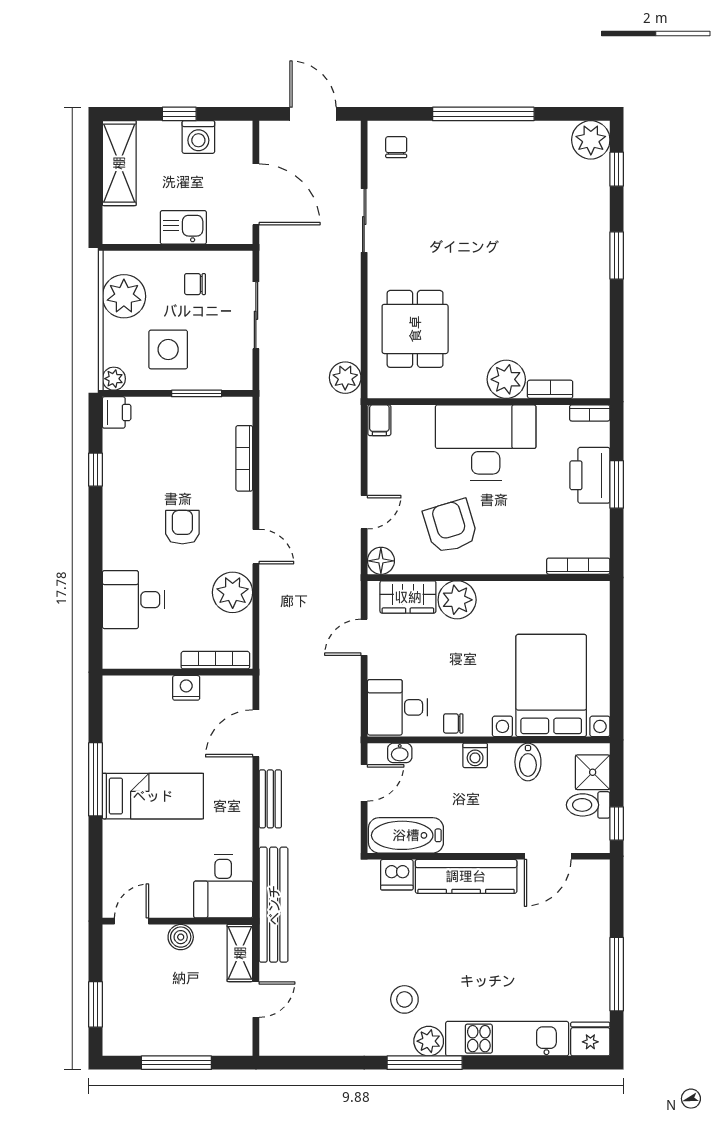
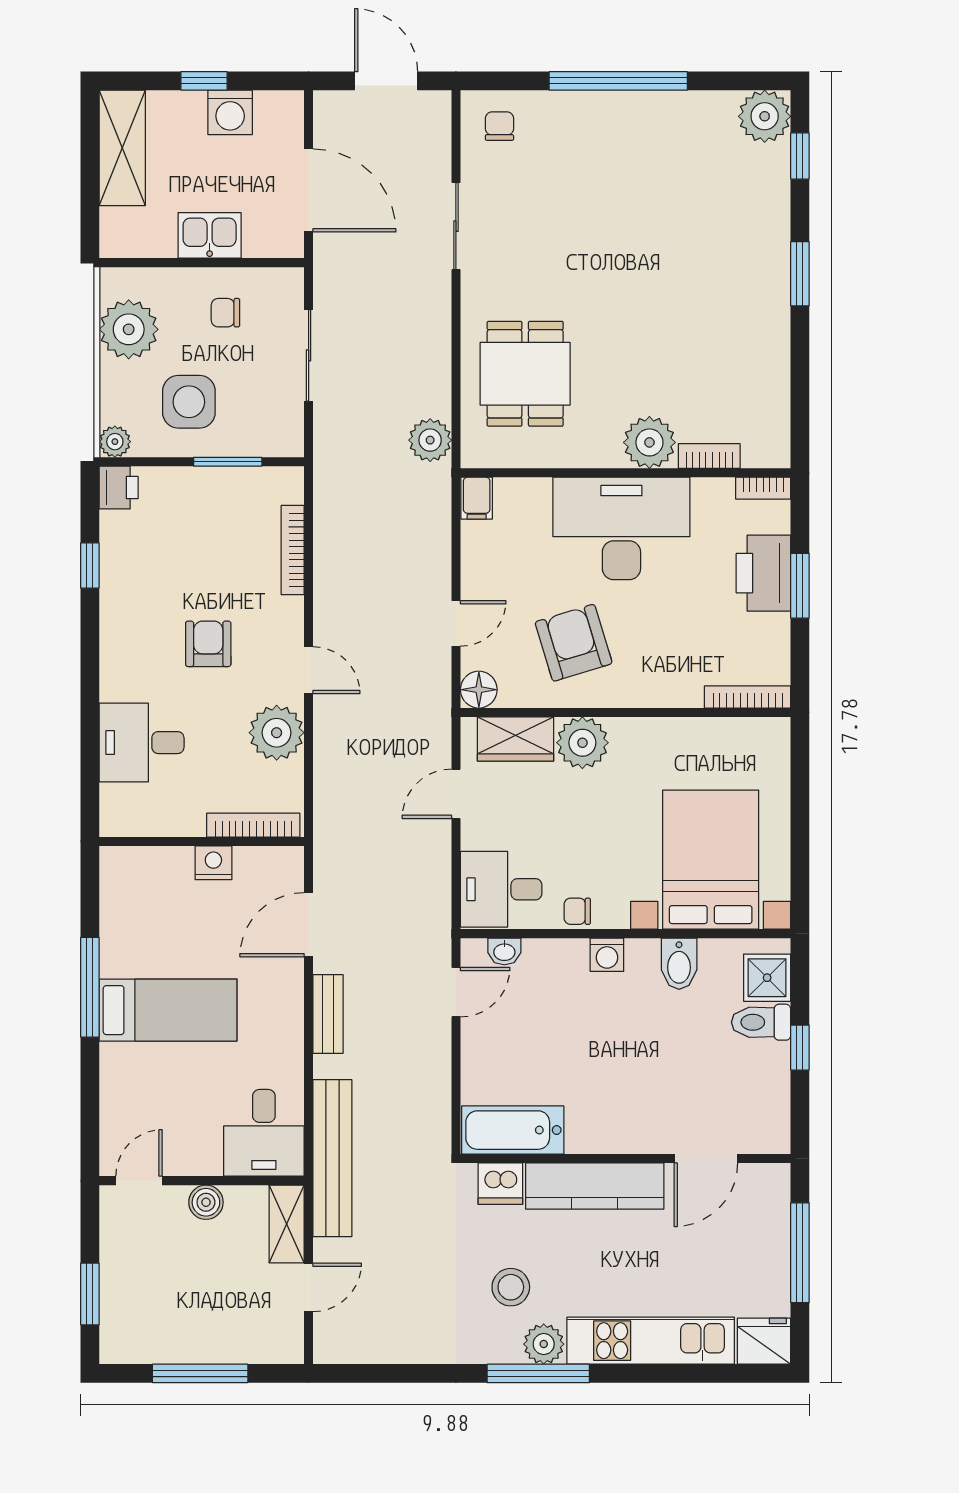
bathtub: (406, 835) -> (513, 1130), moved
wall: (489, 856) -> (626, 1159), moved
door: (548, 856) -> (706, 1159), moved
dishwasher: (397, 875) -> (500, 1184), moved
kitchen counter: (466, 876) -> (595, 1186), moved

